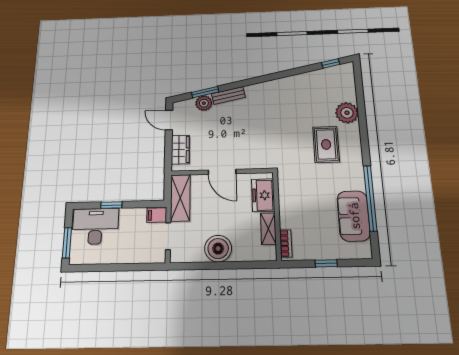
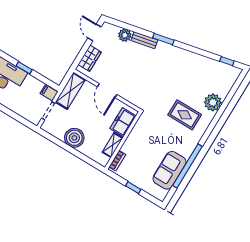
window: (205, 92) -> (163, 39), moved
rug: (326, 144) -> (185, 115), turned 90

